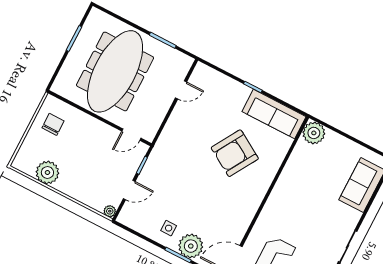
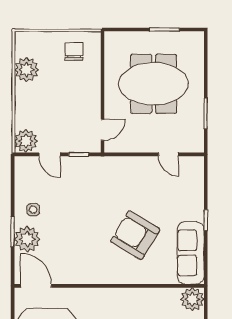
meeting table: (115, 71) -> (154, 84), width x0.73
chair: (53, 124) -> (74, 51), turned -90
door: (131, 135) -> (102, 130), swing flipped
plant: (110, 211) -> (26, 141), width x1.88, depth x1.88

